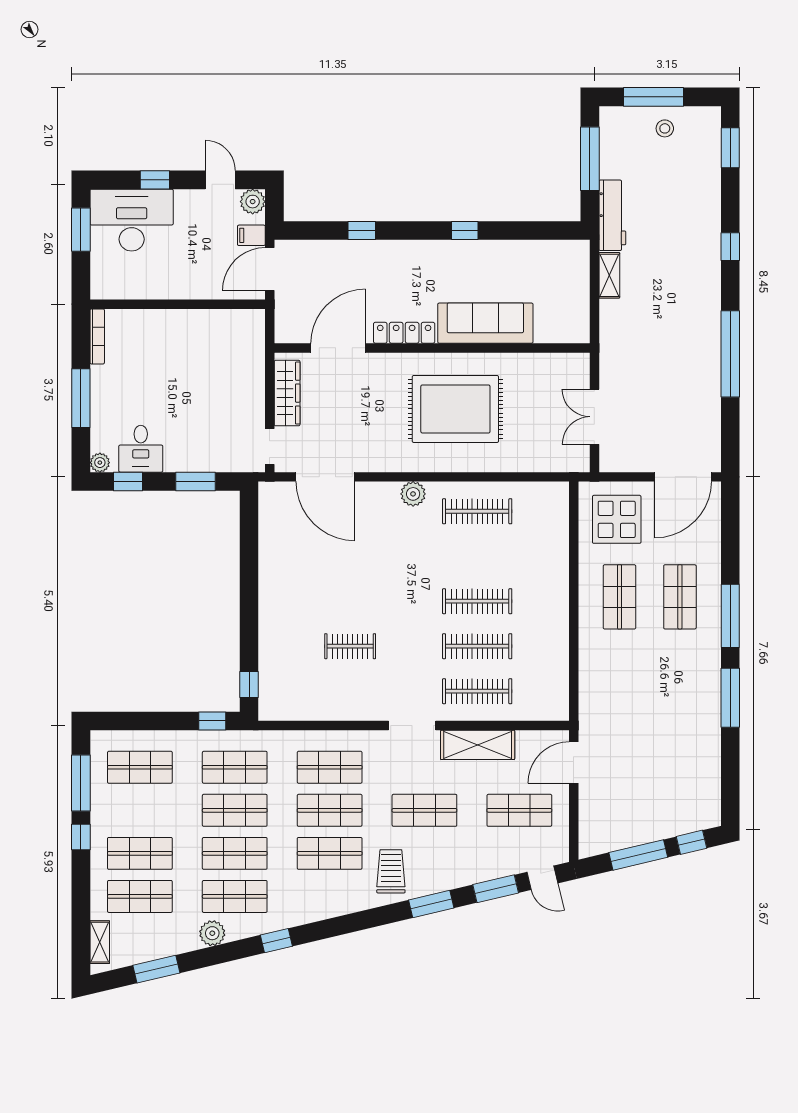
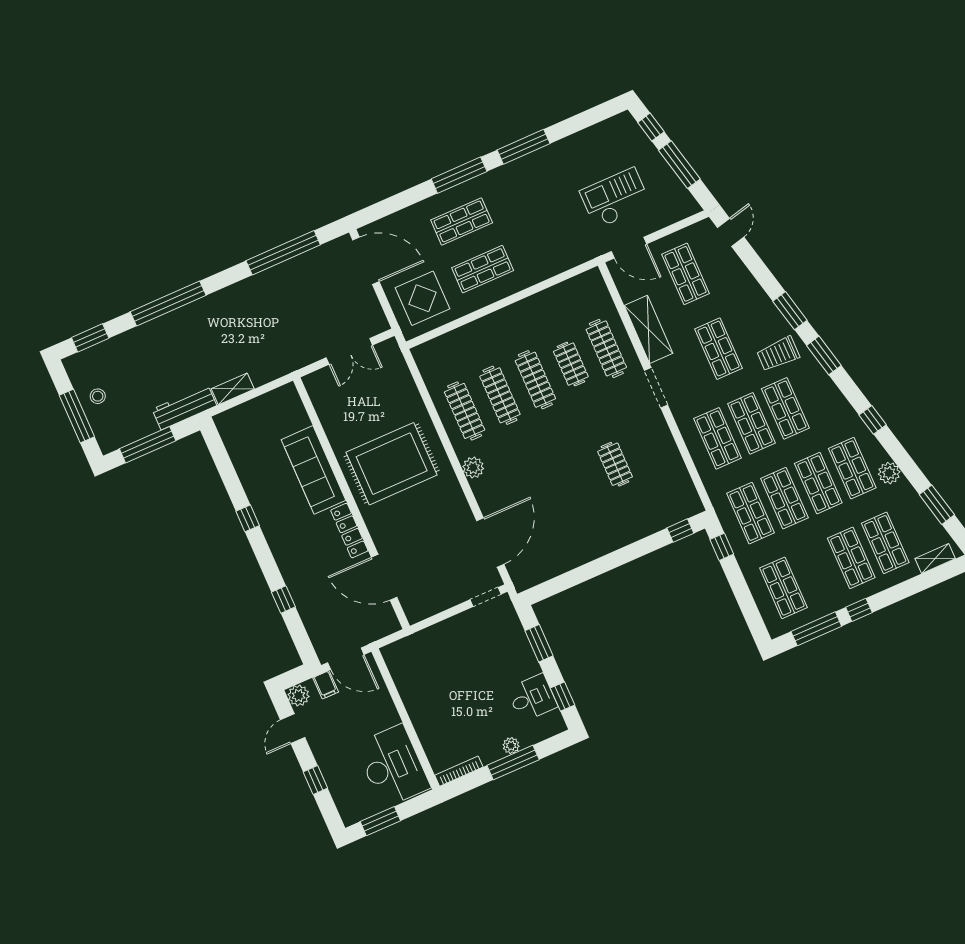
desk: (132, 220) -> (393, 766), moved, turned 180
window: (730, 247) -> (168, 303), width x3.17
window: (730, 354) -> (283, 253), moved
wardrobe: (287, 393) -> (437, 602), removed
rug: (455, 409) -> (392, 464), turned 90
plant: (100, 463) -> (511, 746), moved
clothes rail: (477, 556) -> (500, 395), added
clothes rail: (477, 646) -> (571, 364), width x0.73
checkout: (633, 771) -> (615, 198), added
window: (496, 889) -> (824, 355), moved

